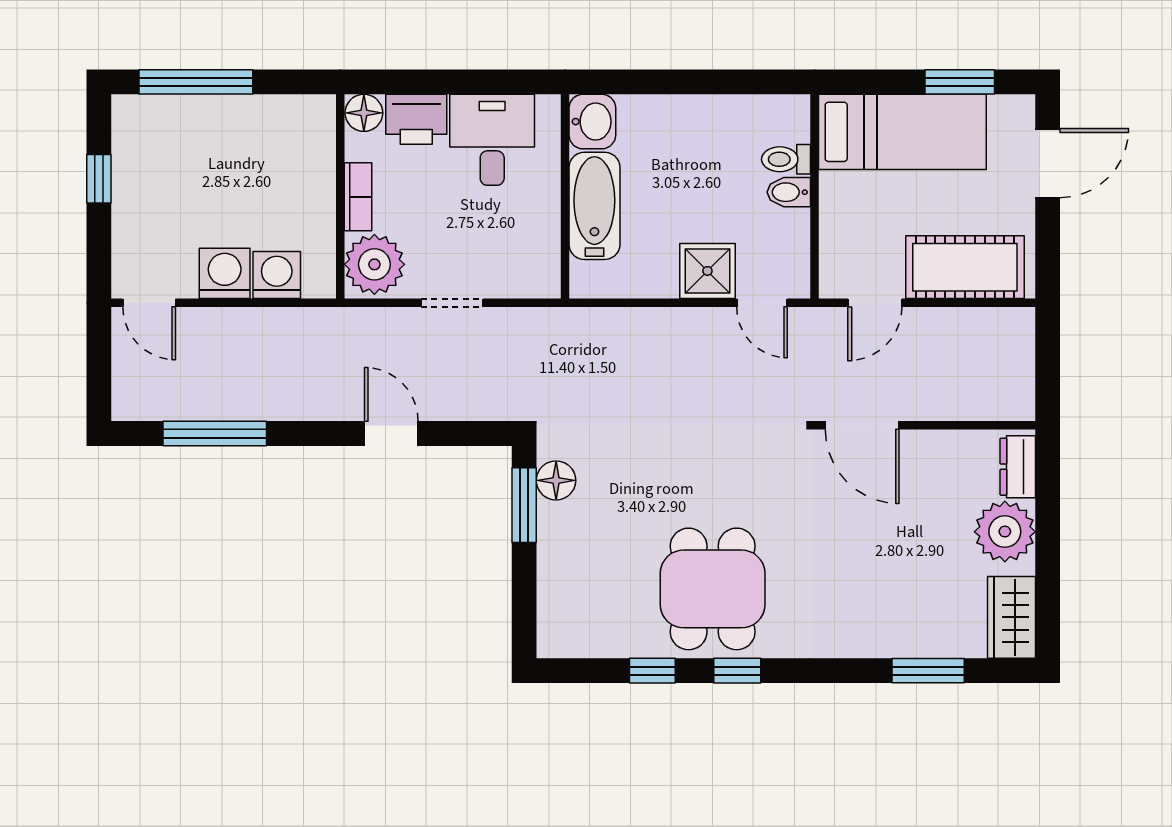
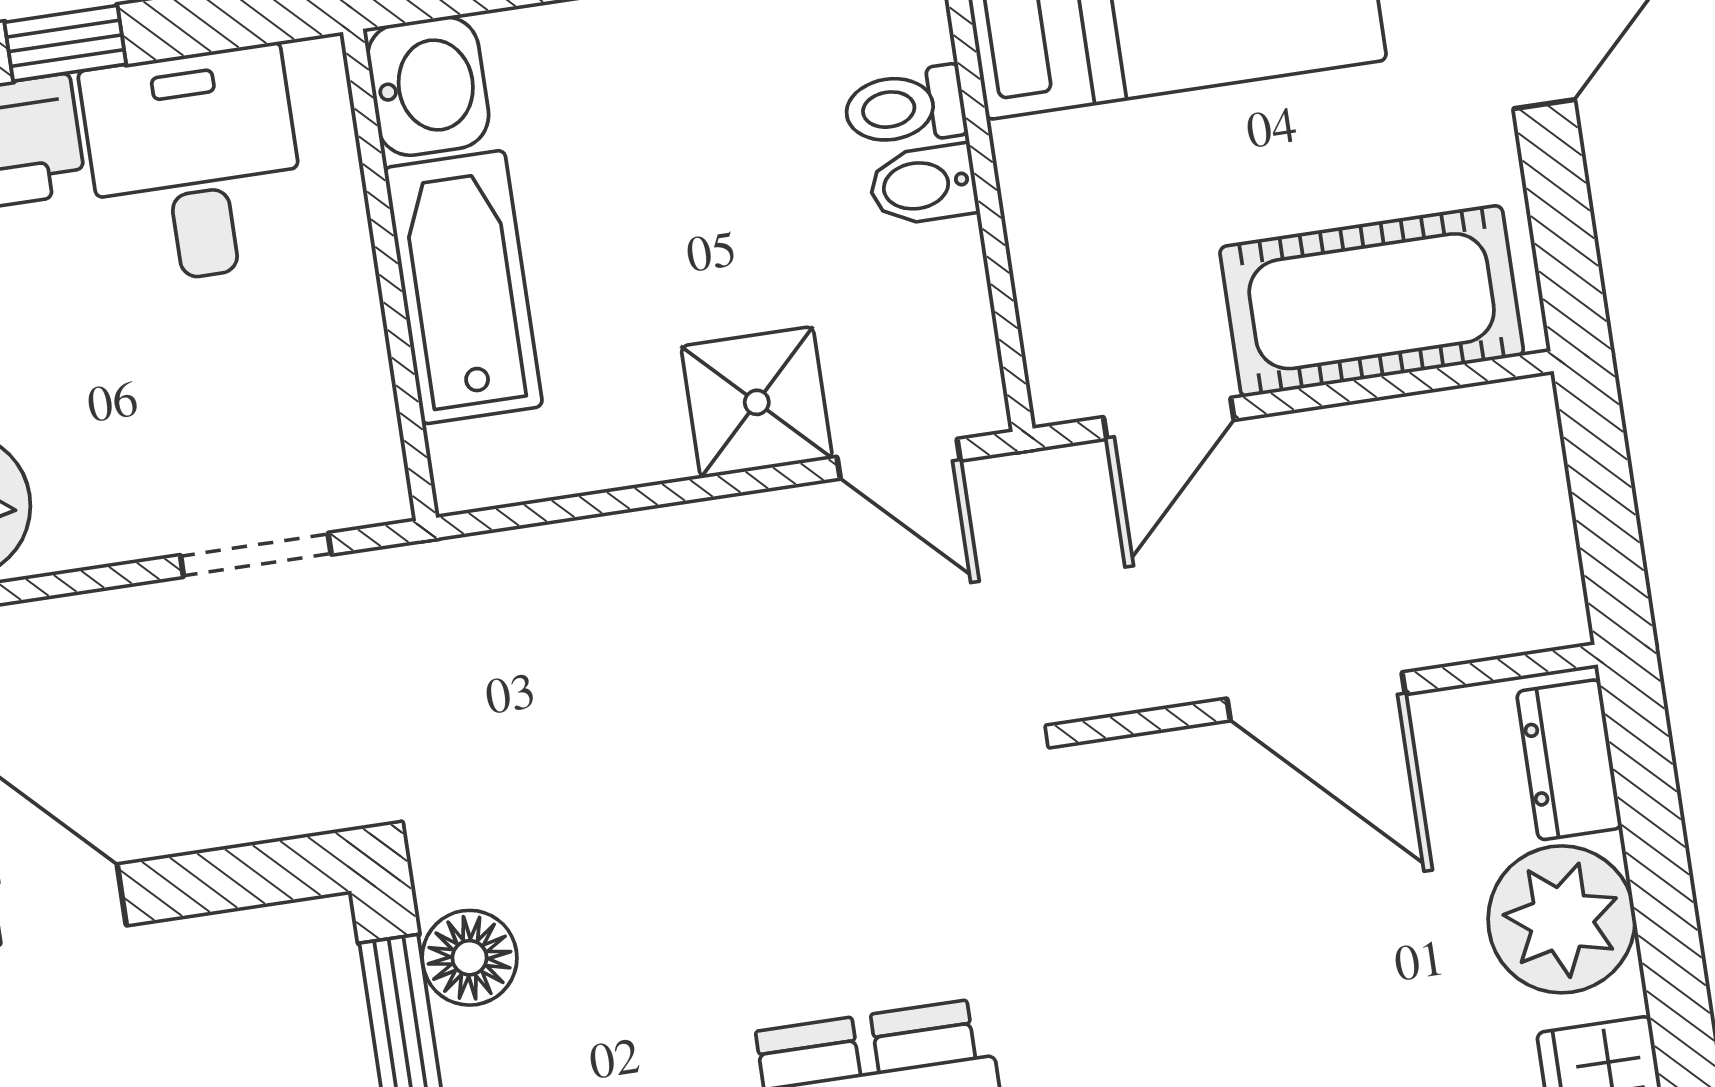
window: (447, 82) -> (65, 43), added
doorway: (452, 303) -> (256, 555), moved
door: (862, 425) -> (1316, 696), moved

